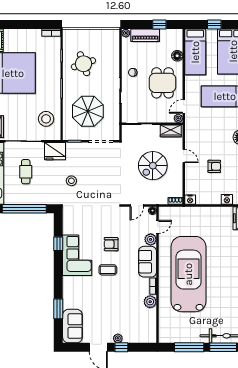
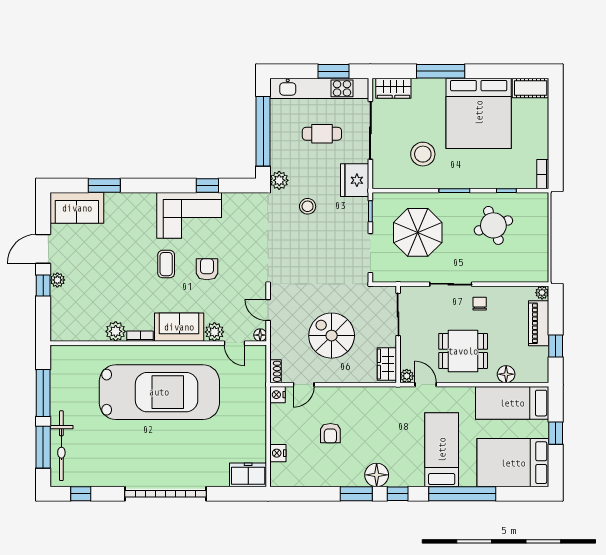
stool: (46, 119) -> (423, 154), moved
door: (184, 156) -> (304, 385), moved
plant: (55, 199) -> (279, 180), added

